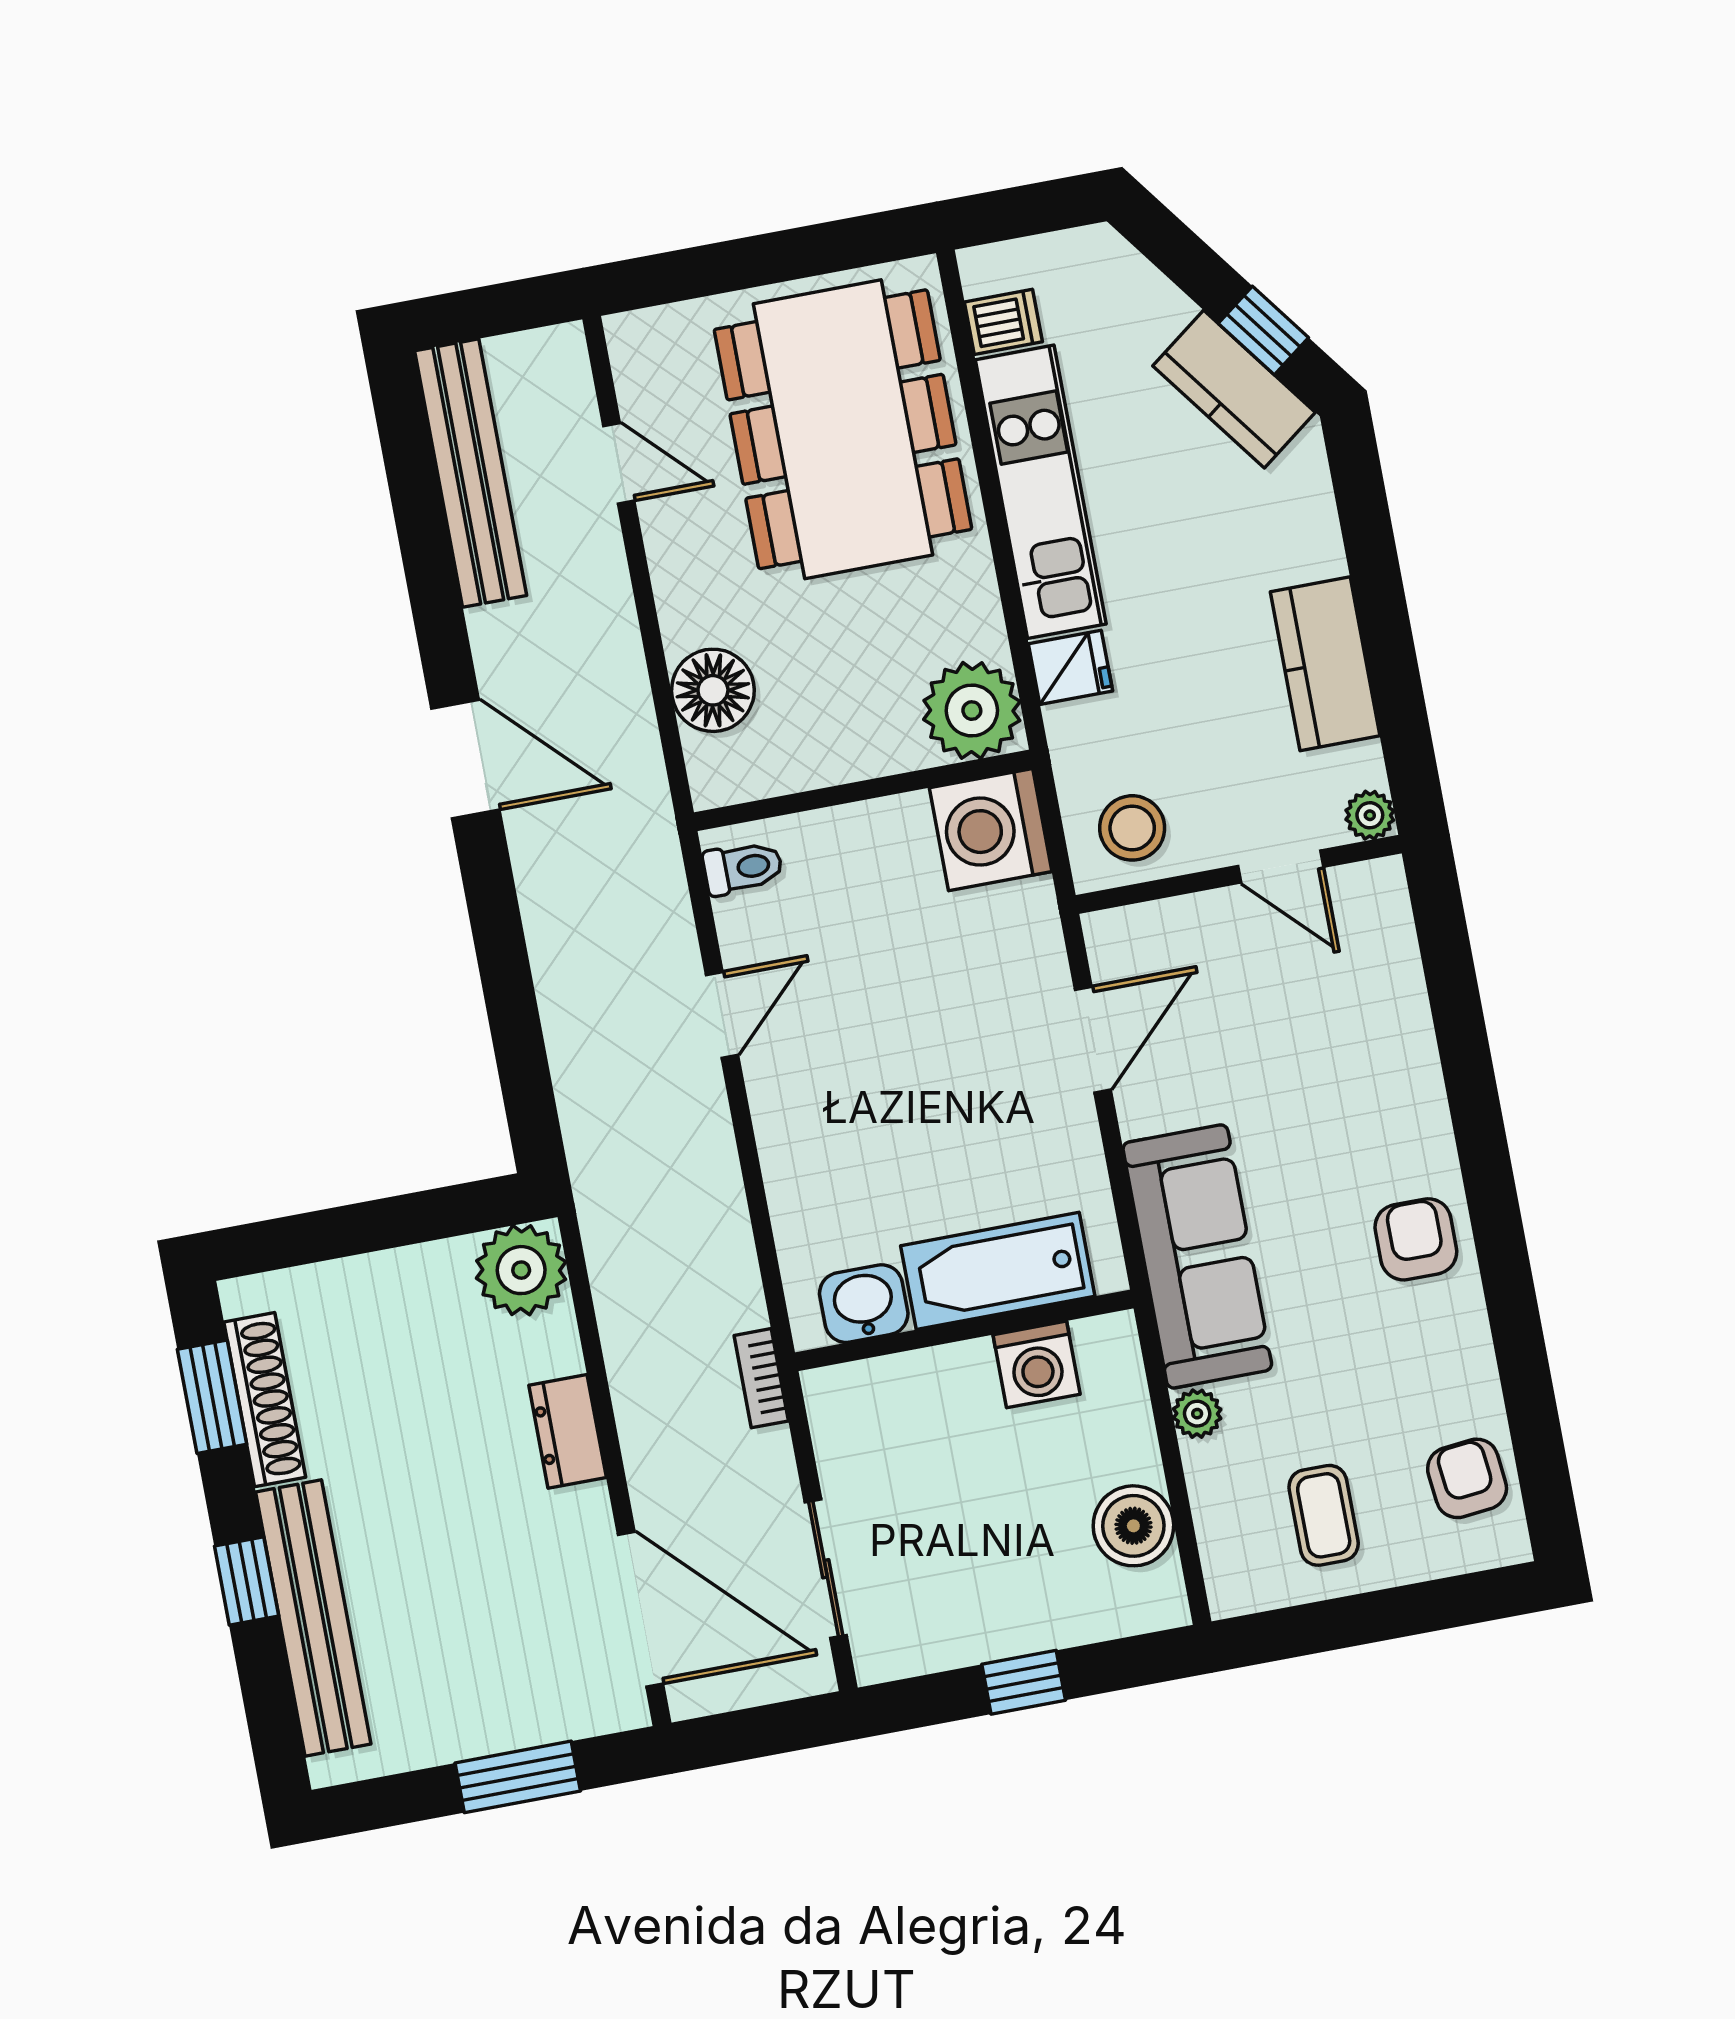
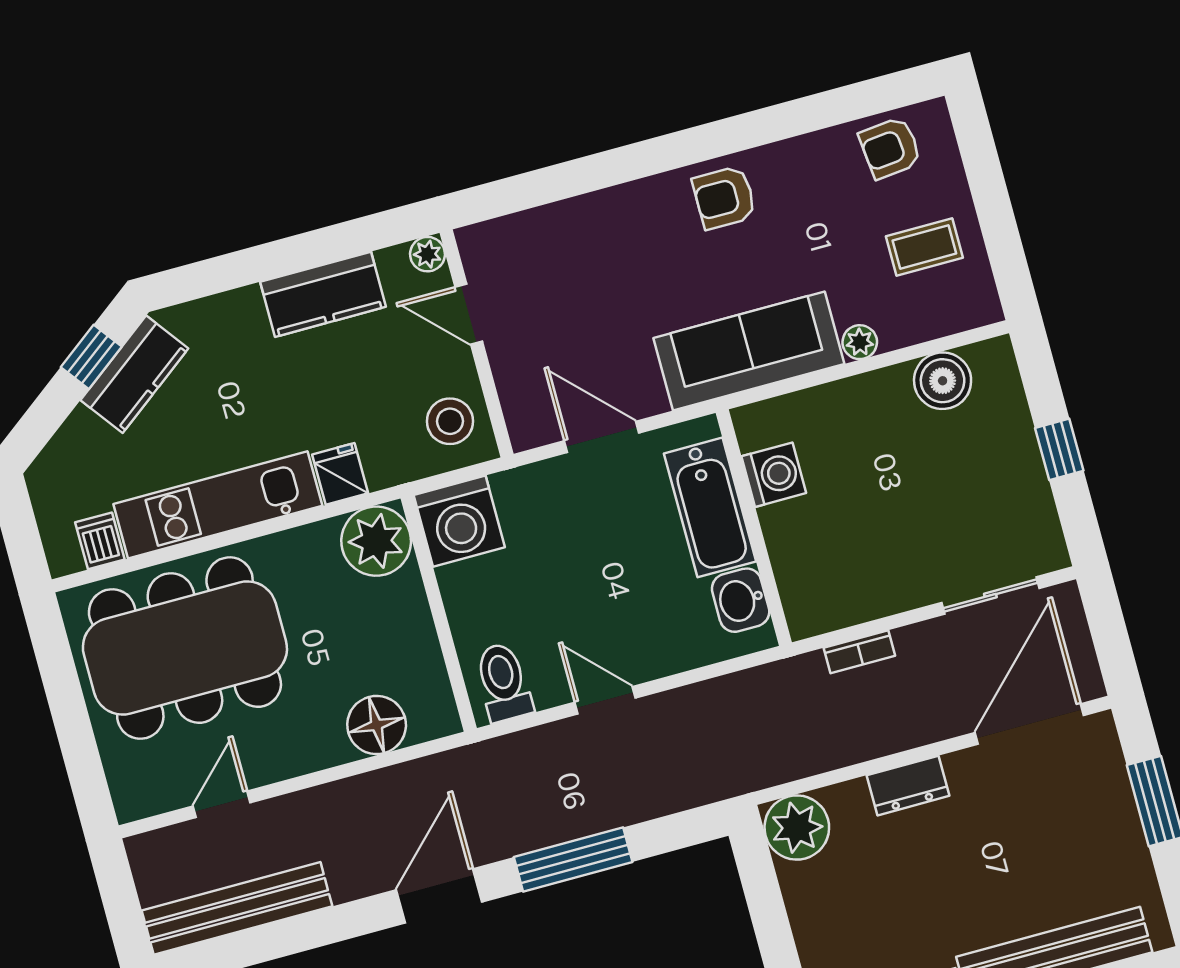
door: (1281, 866) -> (469, 314), swing flipped
toilet: (743, 868) -> (503, 682), width x1.37, depth x1.39
window: (501, 952) -> (573, 859), added
bathtub: (998, 1271) -> (710, 507), moved
washbasin: (864, 1304) -> (741, 600), moved
wall: (964, 1330) -> (754, 528), moved
washing machine: (1037, 1364) -> (774, 475), moved

